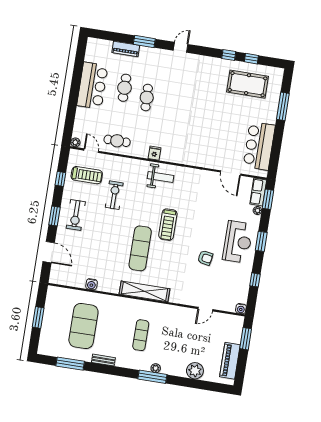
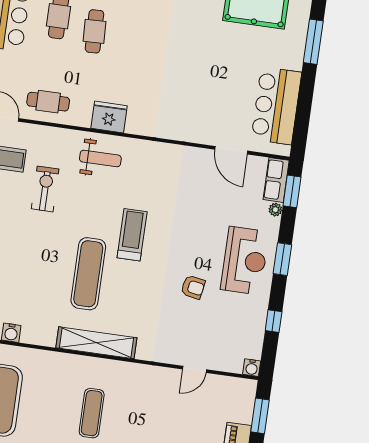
fridge: (154, 153) -> (109, 117), width x1.88, depth x1.34
weight bench: (160, 177) -> (100, 159), moved
treadmill: (168, 225) -> (132, 235), turned 180

